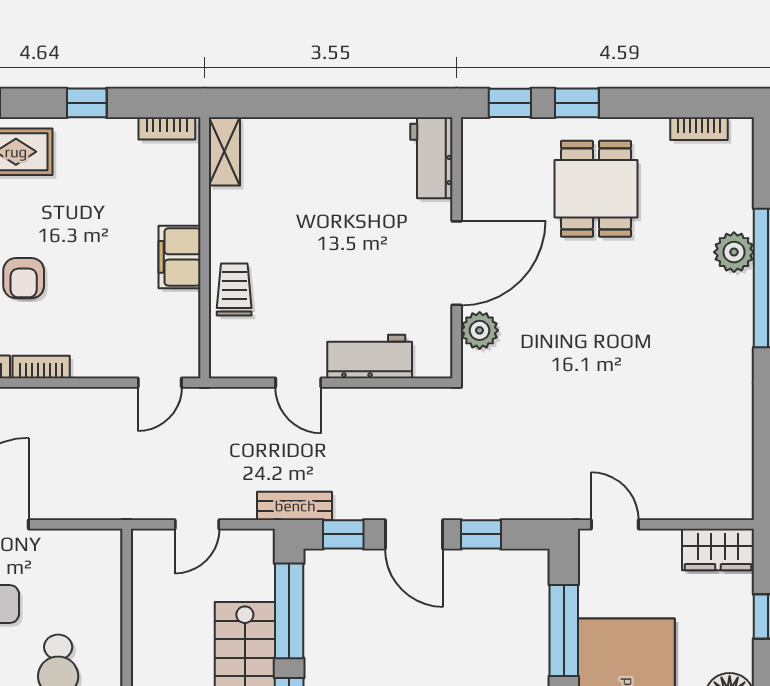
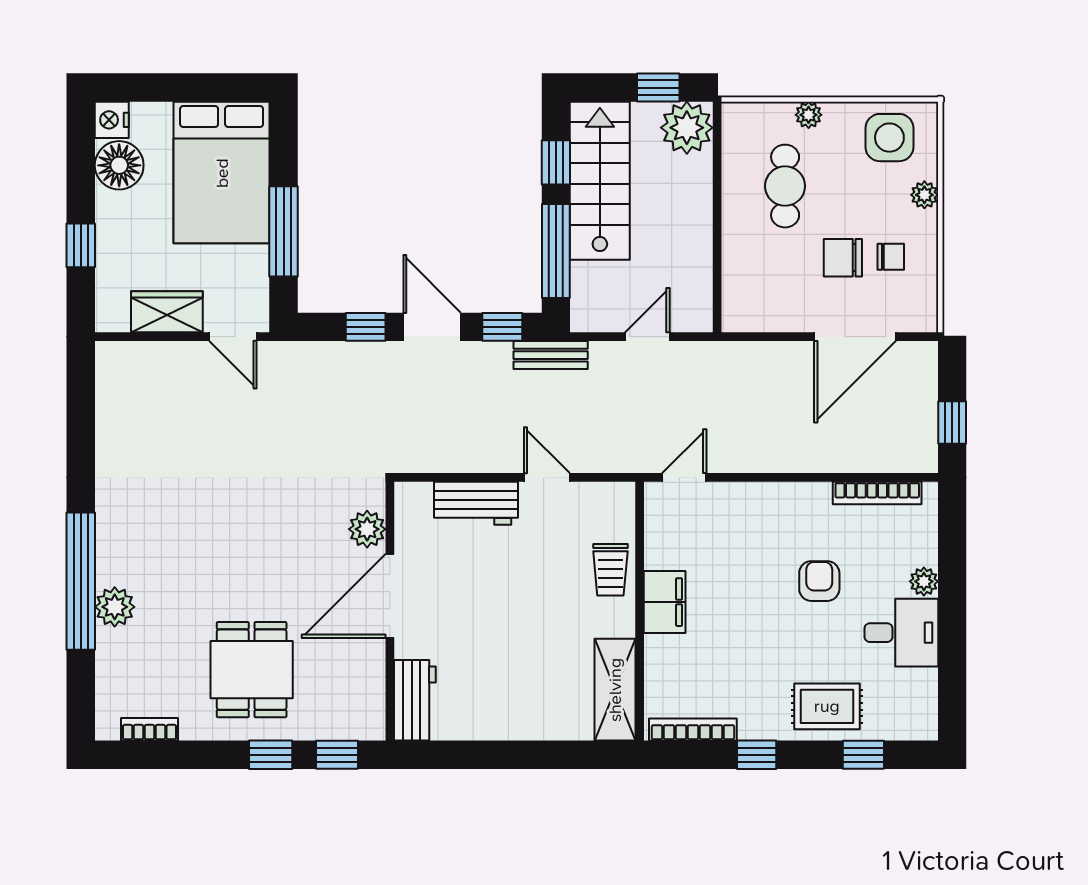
bookcase: (167, 128) -> (693, 729), width x1.56
shelving: (224, 151) -> (615, 690), width x1.50, depth x1.33
bookcase: (41, 367) -> (802, 493), removed
wardrobe: (718, 550) -> (167, 312), moved

